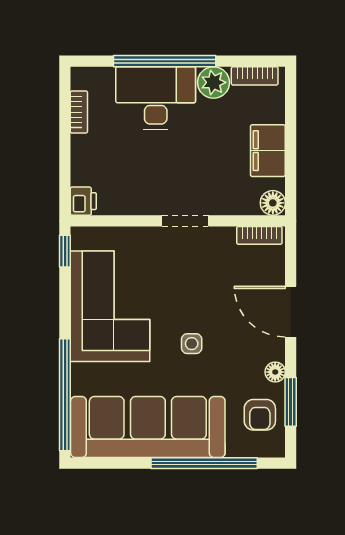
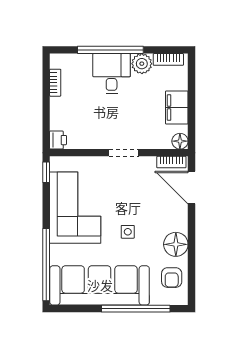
desk: (156, 98) -> (112, 74), width x0.73
door: (291, 312) -> (192, 188), moved
floor lamp: (275, 372) -> (176, 244), width x1.89, depth x1.89
window: (291, 402) -> (192, 269), removed

